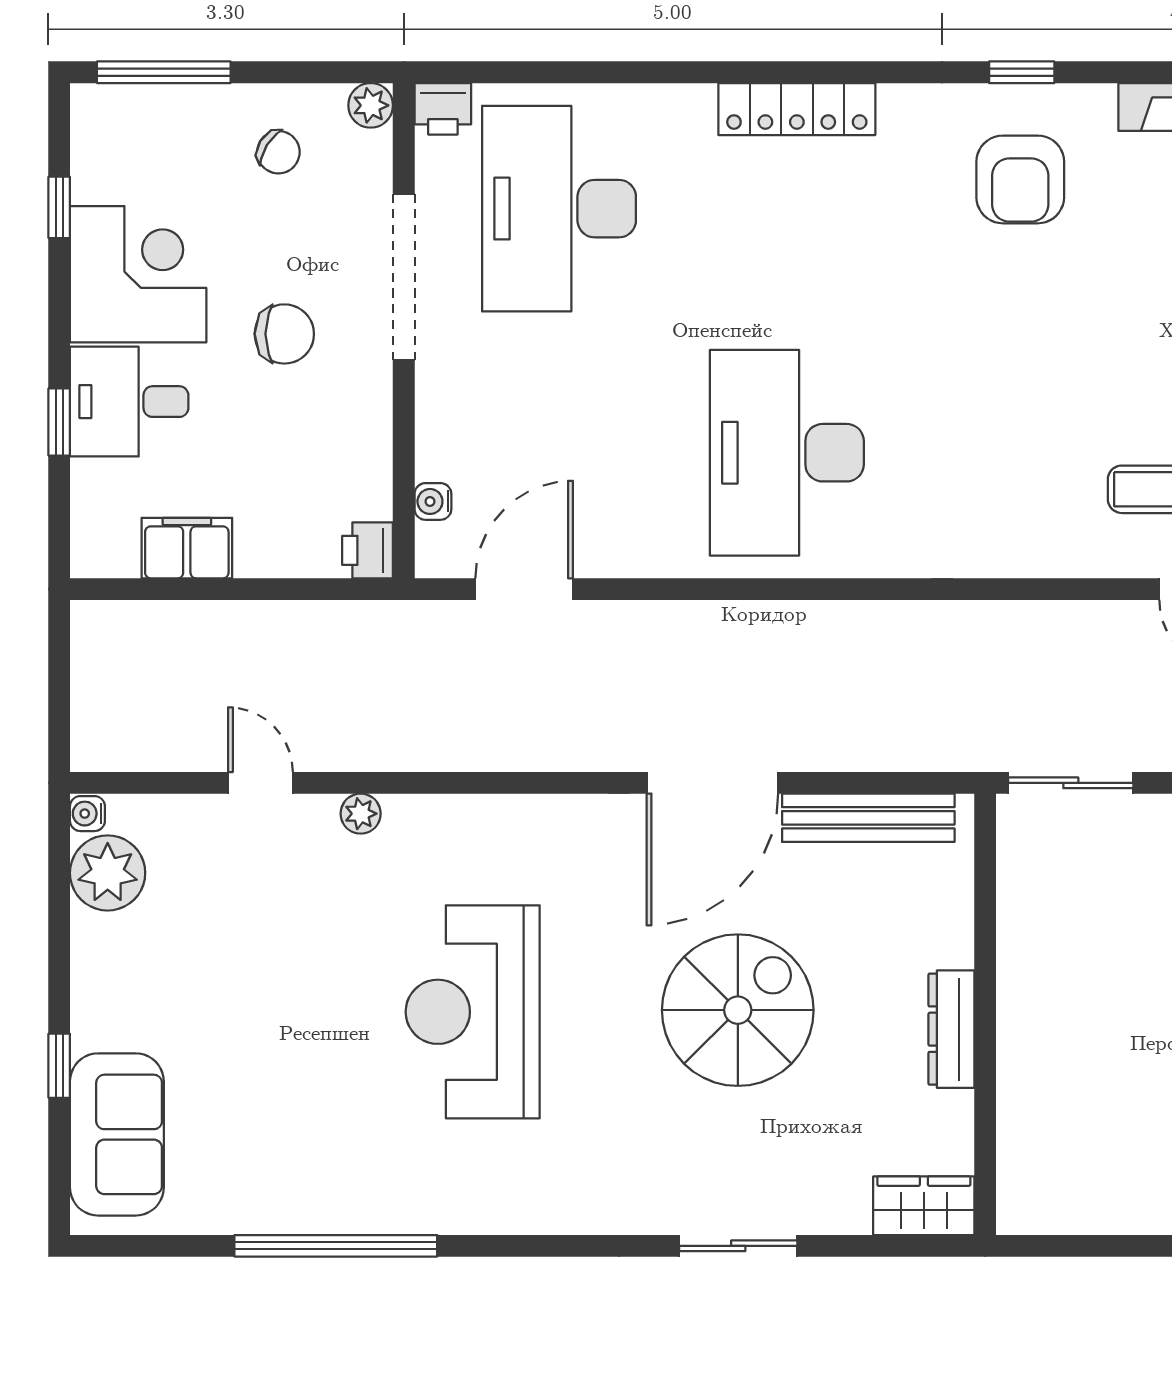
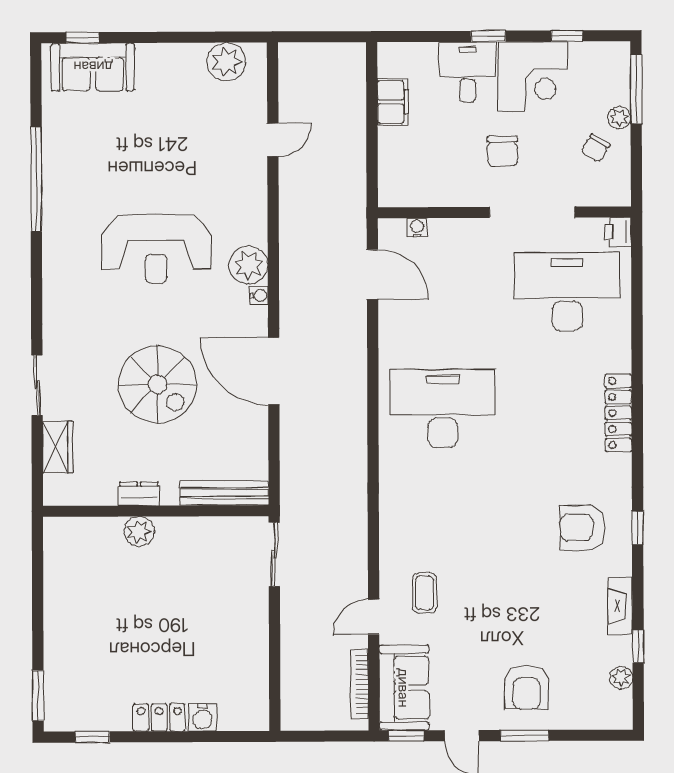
plant: (371, 105) -> (619, 118), moved
window: (59, 422) -> (488, 36), moved
printer: (368, 550) -> (392, 194), removed
water cooler: (87, 814) -> (259, 295), moved, turned 90
plant: (361, 814) -> (249, 265), moved, width x1.87, depth x1.87
bench: (868, 818) -> (224, 493), moved, turned 90
reception desk: (473, 1012) -> (156, 249), turned 180
dresser: (951, 1029) -> (139, 494), width x0.70
plant: (1025, 1047) -> (139, 532), added
window: (59, 1066) -> (82, 38), moved
wardrobe: (924, 1206) -> (58, 447), moved

